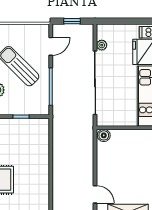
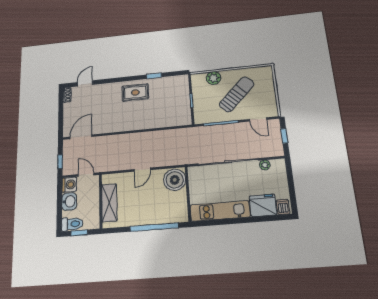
boiler: (104, 135) -> (175, 180), width x1.86, depth x1.86
door: (95, 194) -> (142, 170), moved

